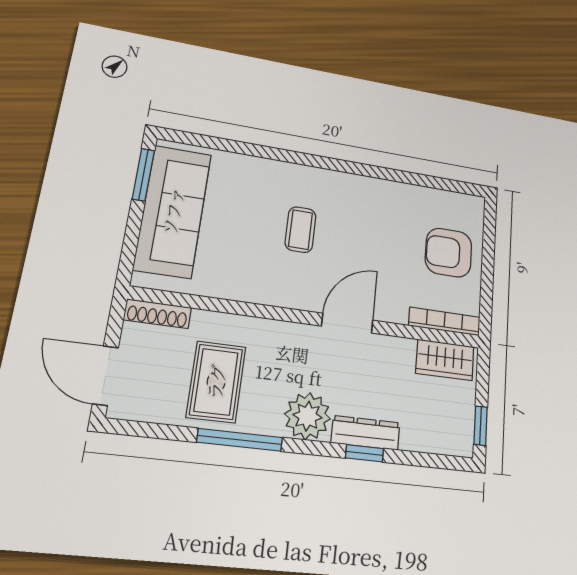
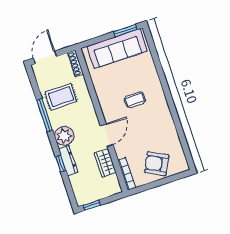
armchair: (449, 253) -> (157, 164), turned -63
door: (347, 323) -> (107, 135), hinge flipped
wardrobe: (445, 360) -> (105, 163), moved

